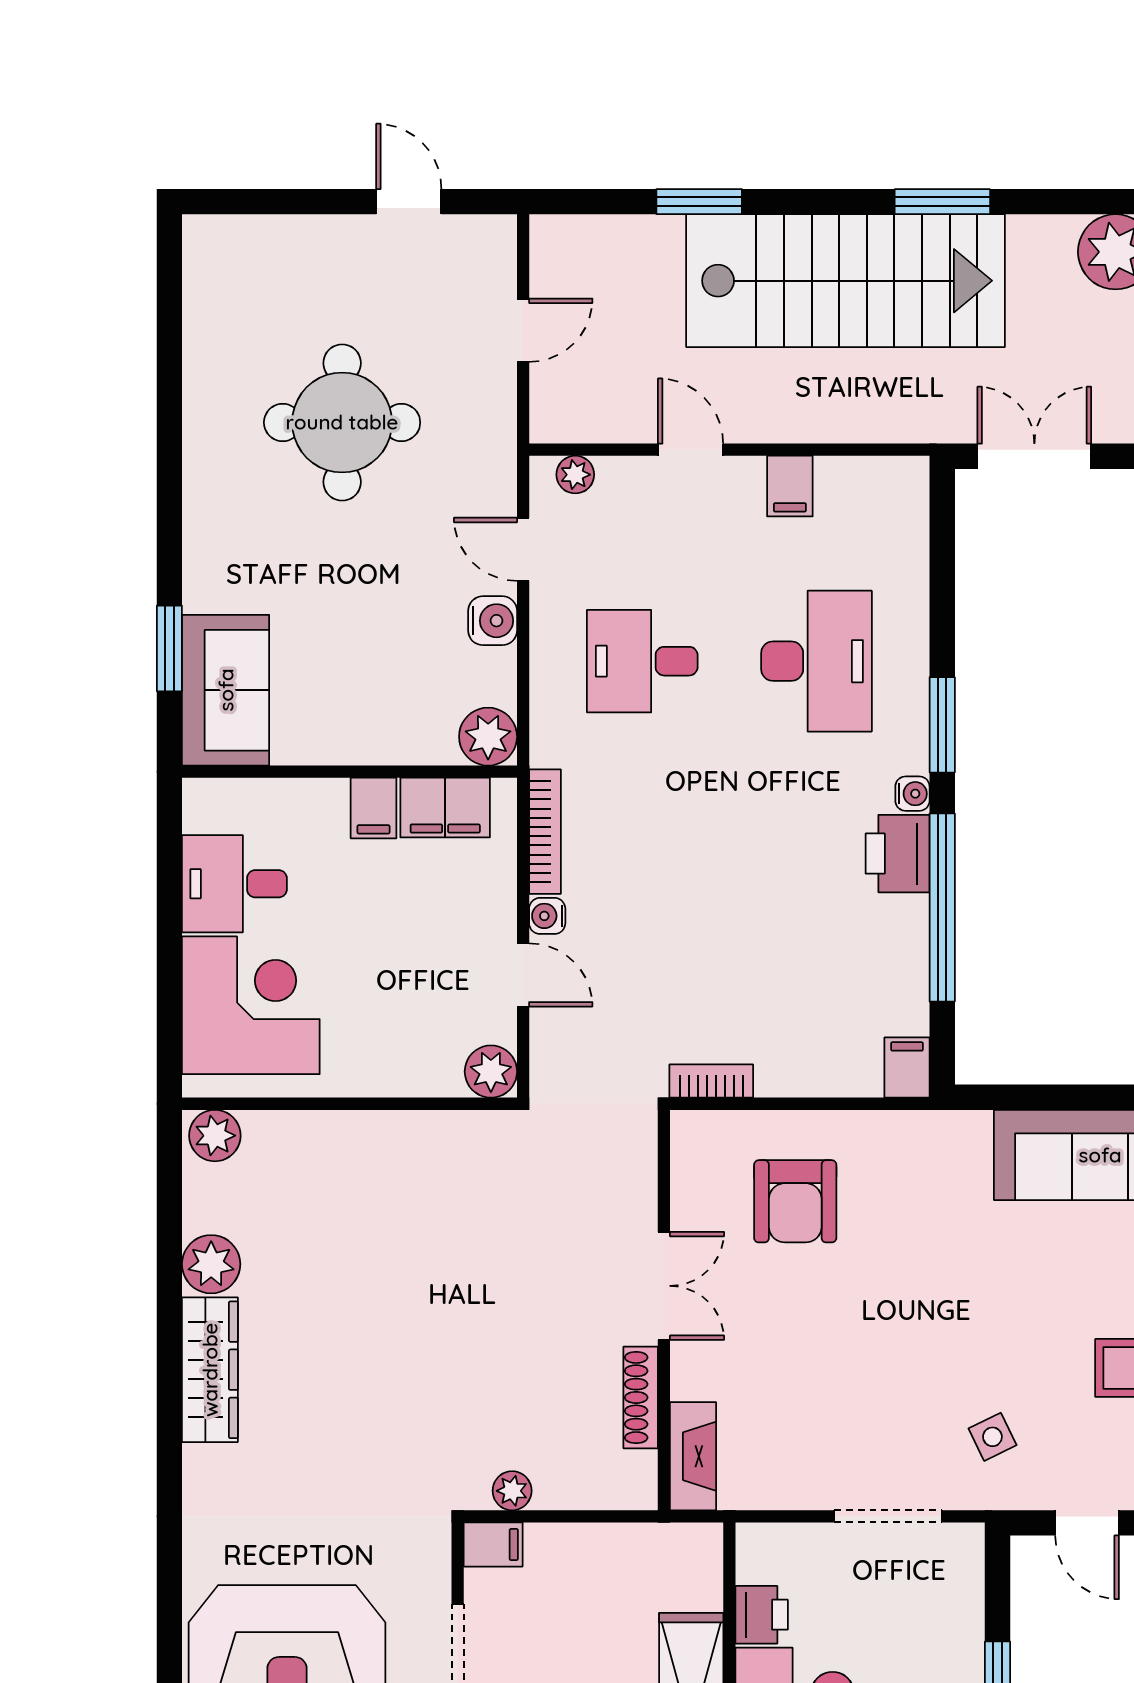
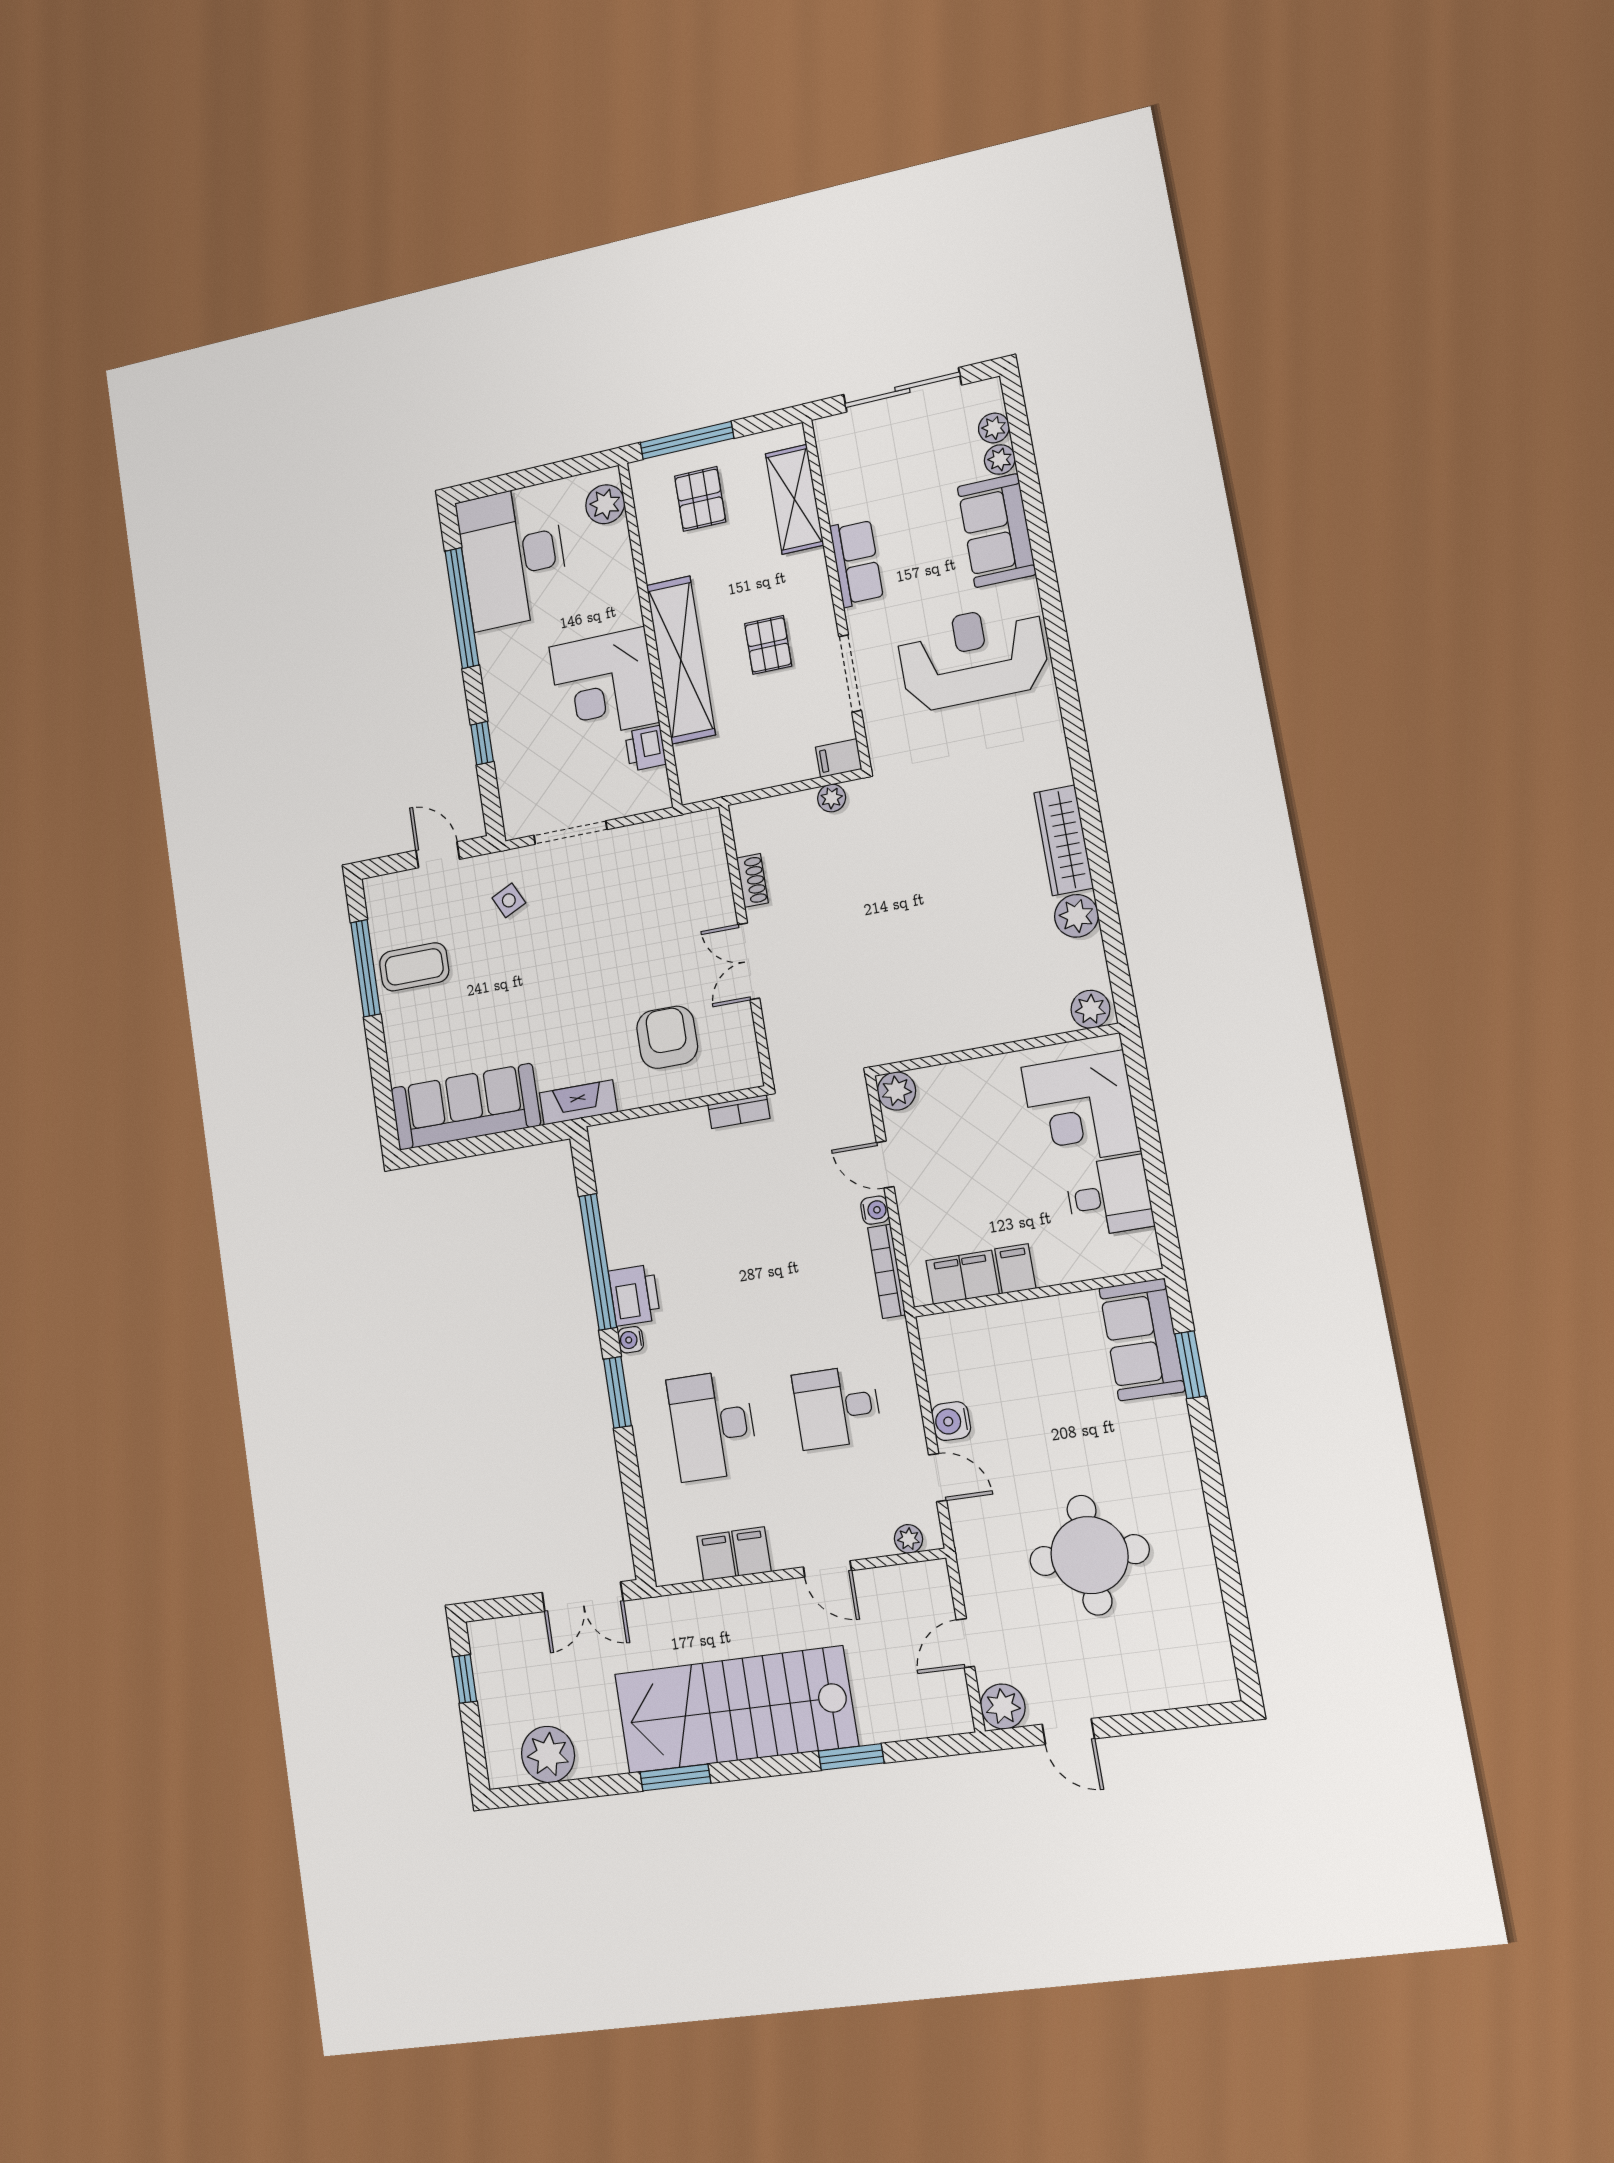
desk: (642, 661) -> (837, 1407), turned 180
plant: (488, 737) -> (1003, 1706), moved
filing cabinet: (907, 1068) -> (716, 1556), moved, turned 180
shoe rack: (641, 1397) -> (752, 880), width x0.70
fireplace: (693, 1456) -> (578, 1102), moved, turned 90

